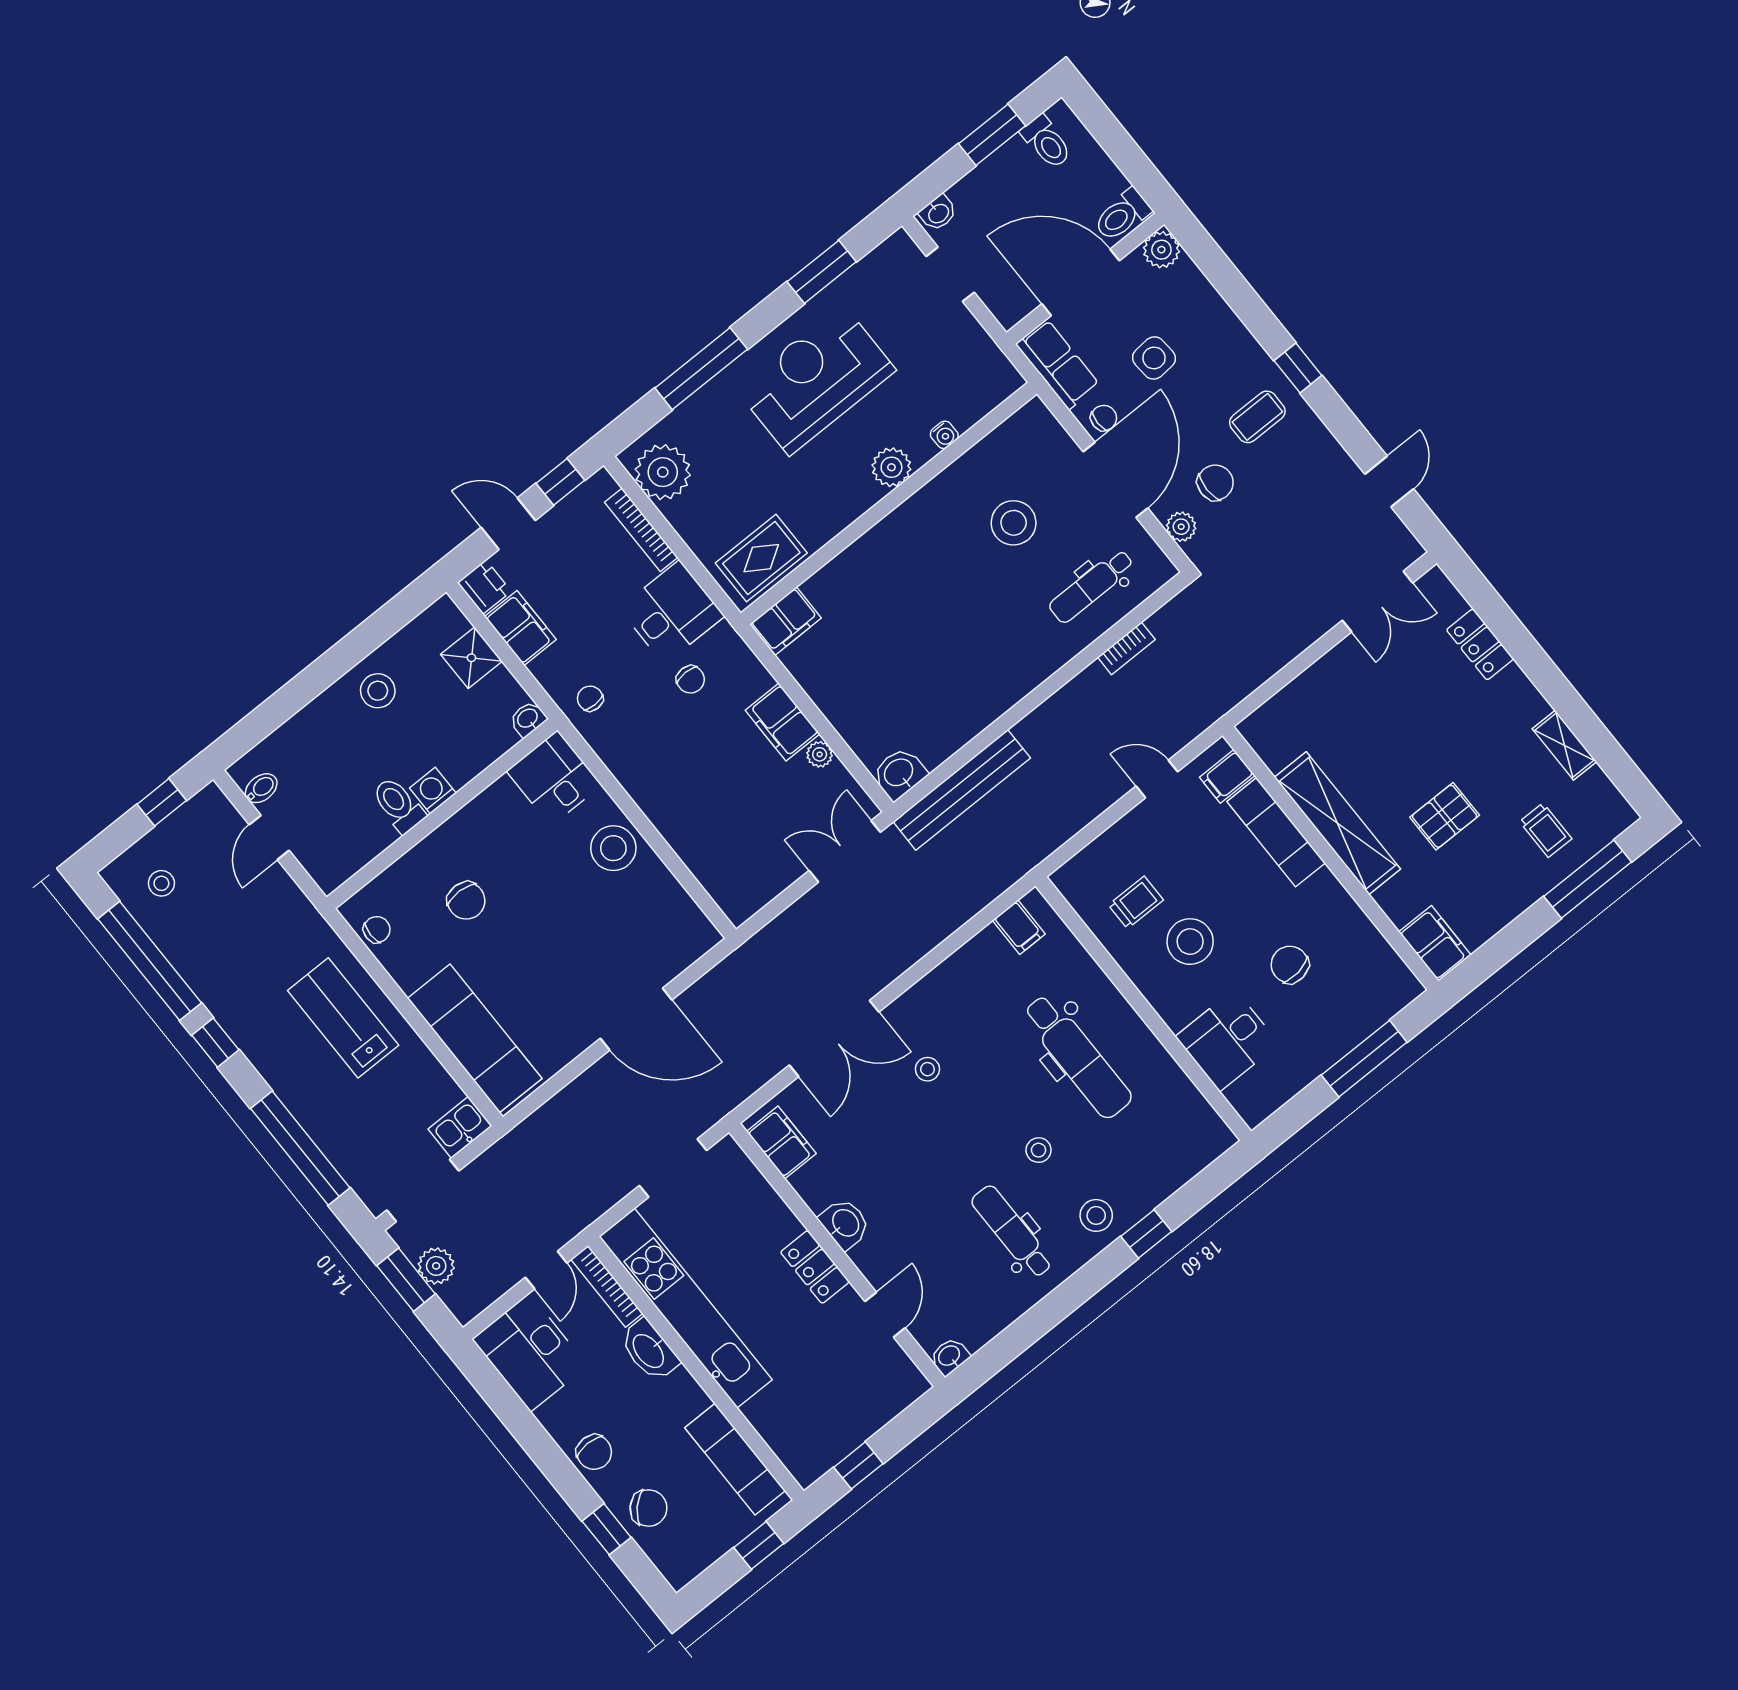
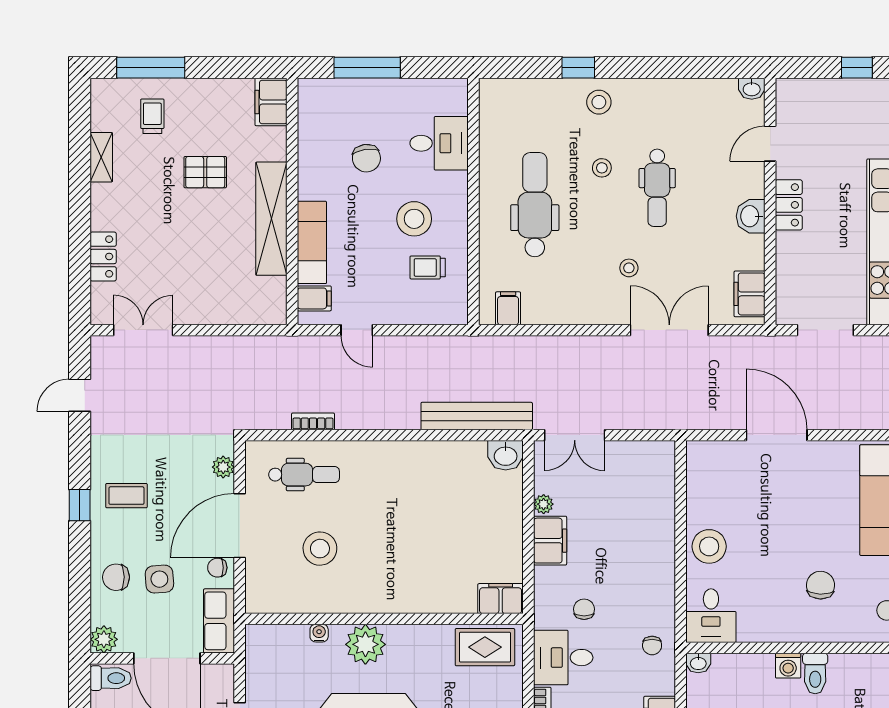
plant: (891, 467) -> (365, 644), width x1.36, depth x1.36
chair: (1215, 483) -> (116, 577), moved
dental chair: (1012, 1232) -> (657, 188), moved

